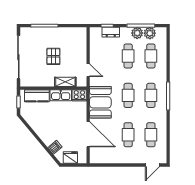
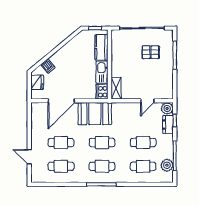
plant: (137, 33) -> (167, 108), moved
pallet: (53, 56) -> (151, 52), moved
door: (88, 70) -> (147, 101), moved
shelving: (65, 82) -> (116, 88), moved
door: (152, 165) -> (29, 157), moved

